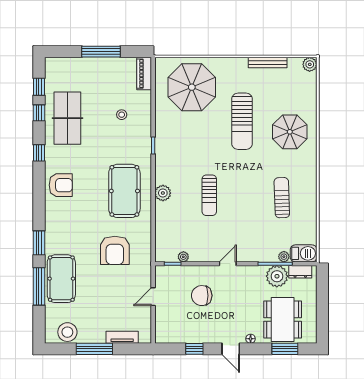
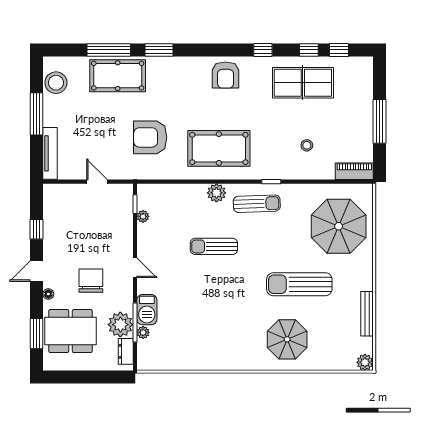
sun lounger: (282, 198) -> (257, 204), moved
barbecue: (304, 253) -> (147, 310), moved
chair: (202, 296) -> (91, 281), moved
tv unit: (122, 337) -> (50, 153), width x1.41

